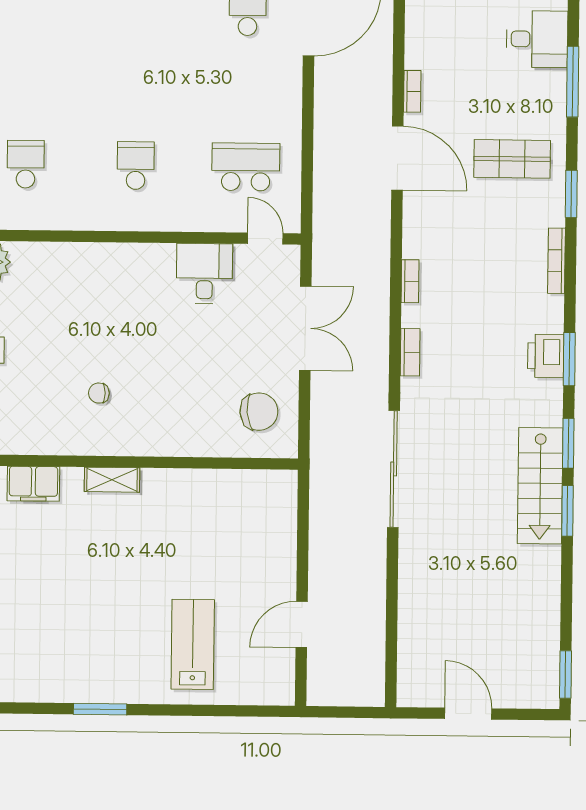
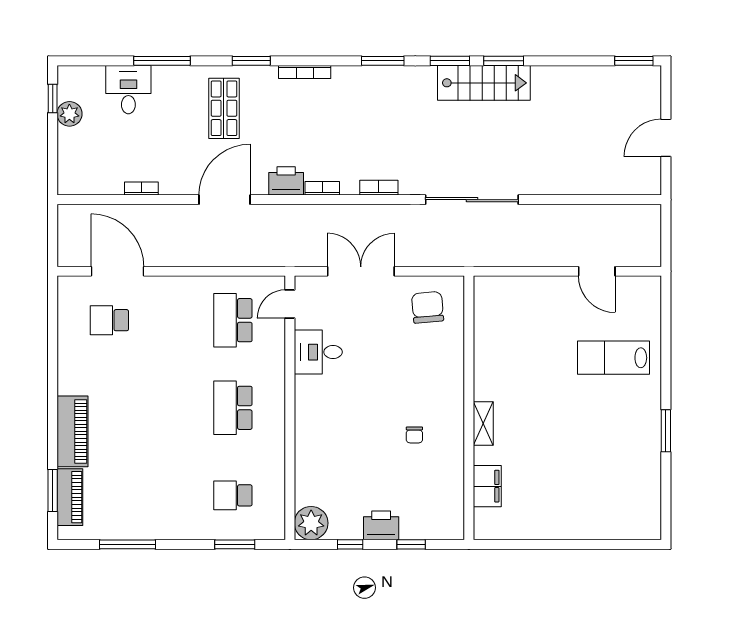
bookcase: (412, 91) -> (141, 188), moved
school desk: (136, 166) -> (233, 408), width x1.85
printer: (546, 356) -> (286, 181), moved, turned 180

